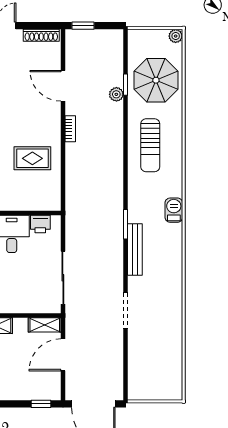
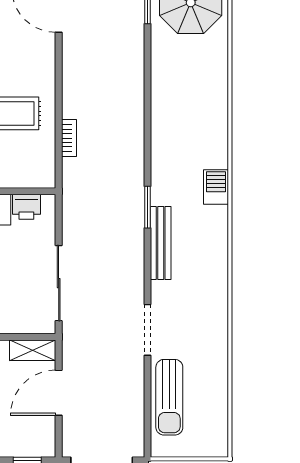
plant: (116, 94) -> (134, 23), removed
bookcase: (70, 129) -> (69, 138), moved
sun lounger: (150, 145) -> (169, 397), moved

